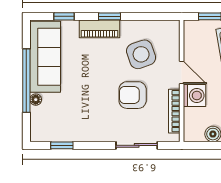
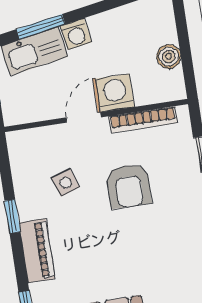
window: (110, 16) -> (12, 216), moved
side table: (141, 54) -> (66, 183), width x0.54, depth x0.54

